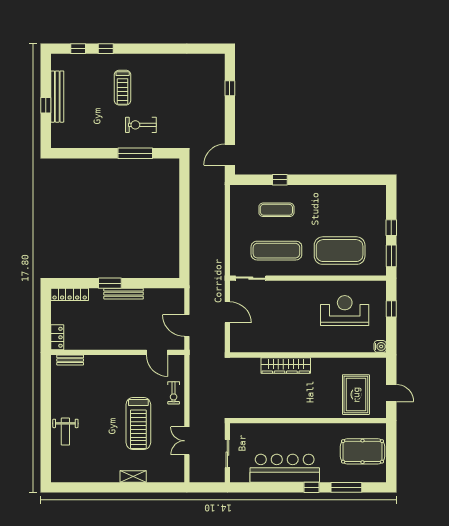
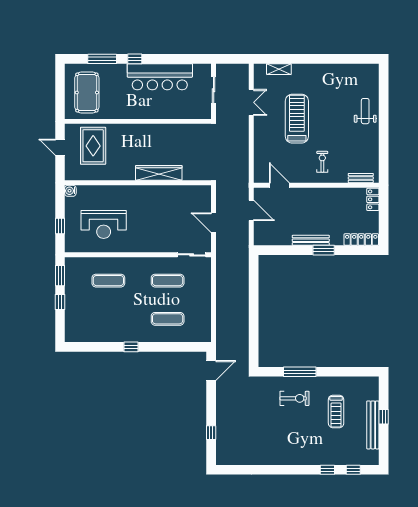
treadmill: (123, 88) -> (336, 411), moved, turned 180
window: (280, 180) -> (131, 347), moved
exercise mat: (276, 251) -> (168, 281), width x0.73, depth x0.69
exercise mat: (340, 251) -> (108, 281), width x0.50, depth x0.69
exercise bike: (174, 393) -> (322, 162), moved
pool table: (363, 451) -> (87, 92), turned 90
shelving: (133, 476) -> (279, 69), moved

